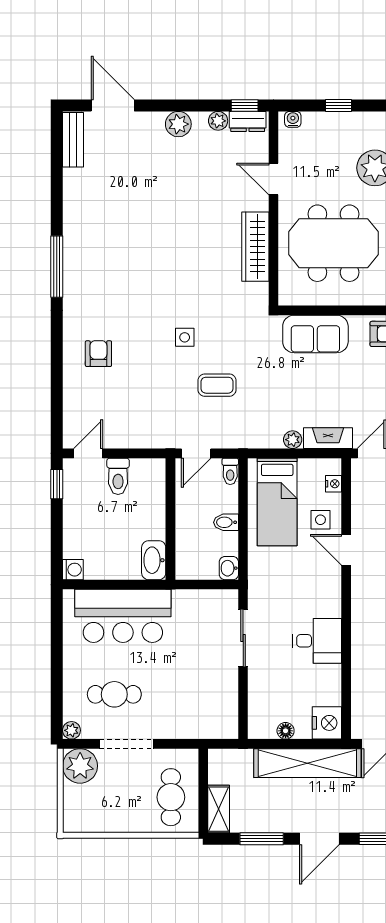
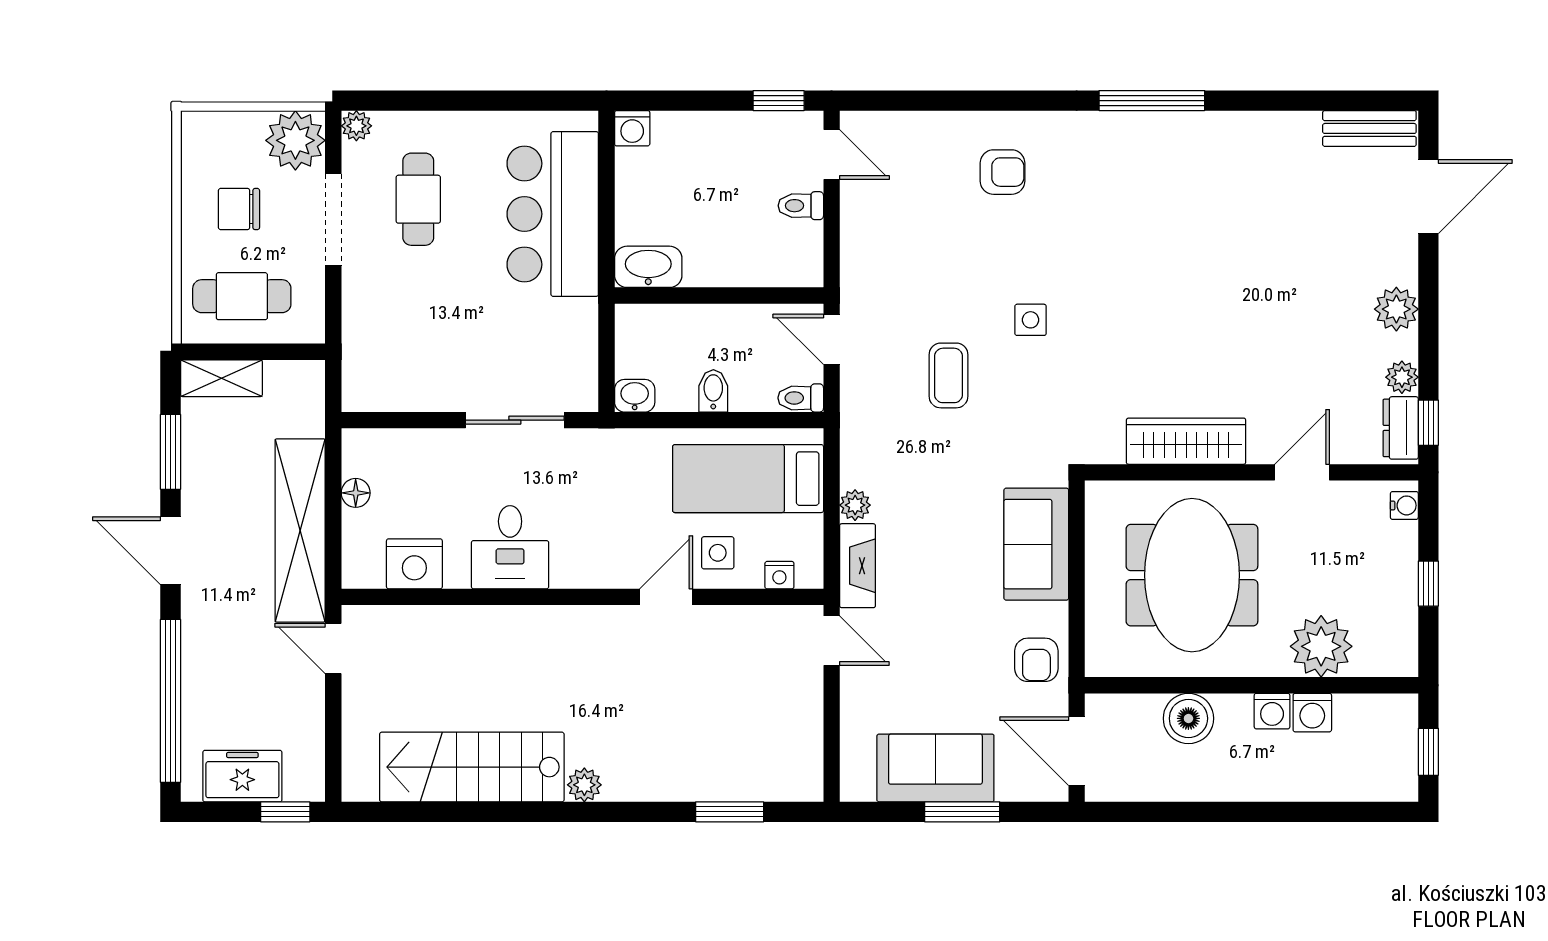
toilet: (118, 476) -> (801, 206), width x0.73, depth x0.72
nightstand: (327, 723) -> (414, 564), moved
chair: (120, 799) -> (239, 209), added

